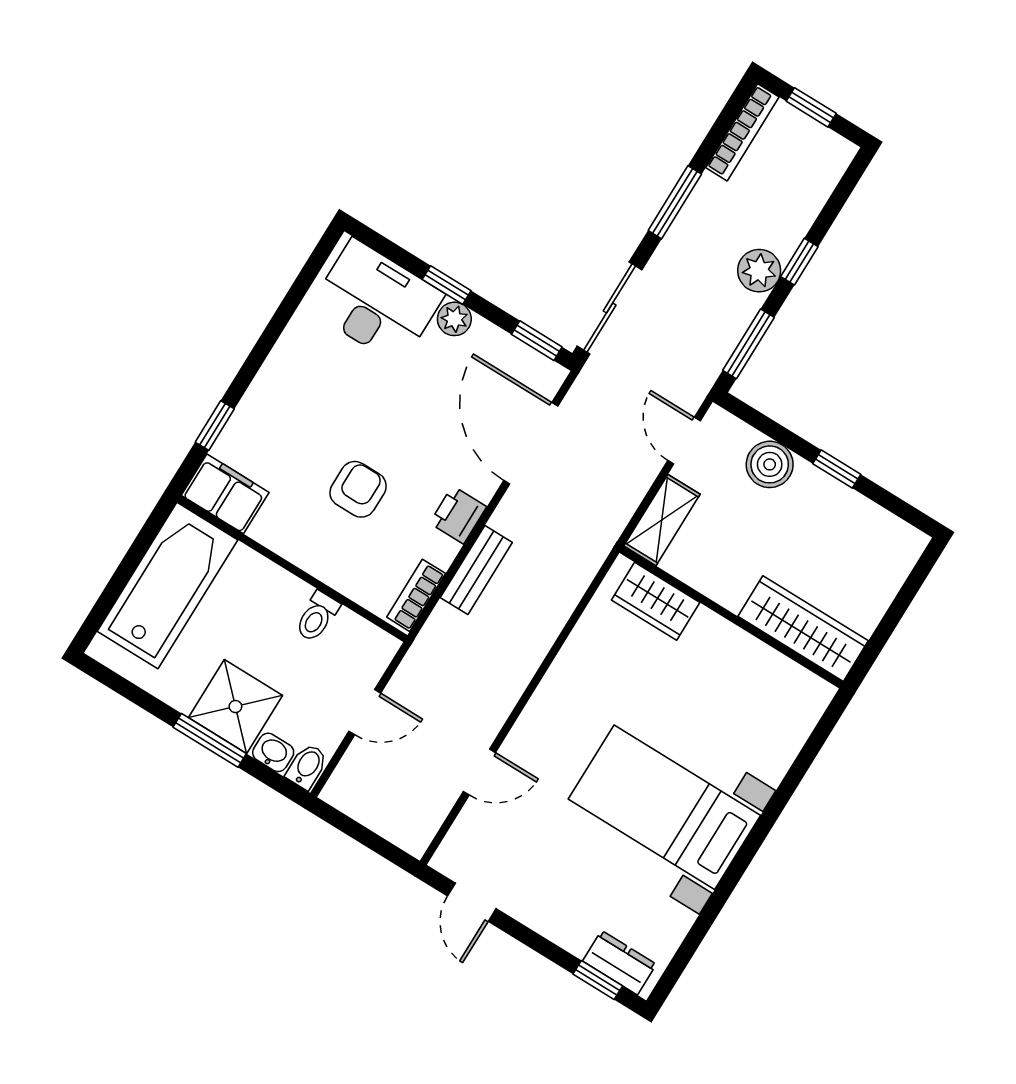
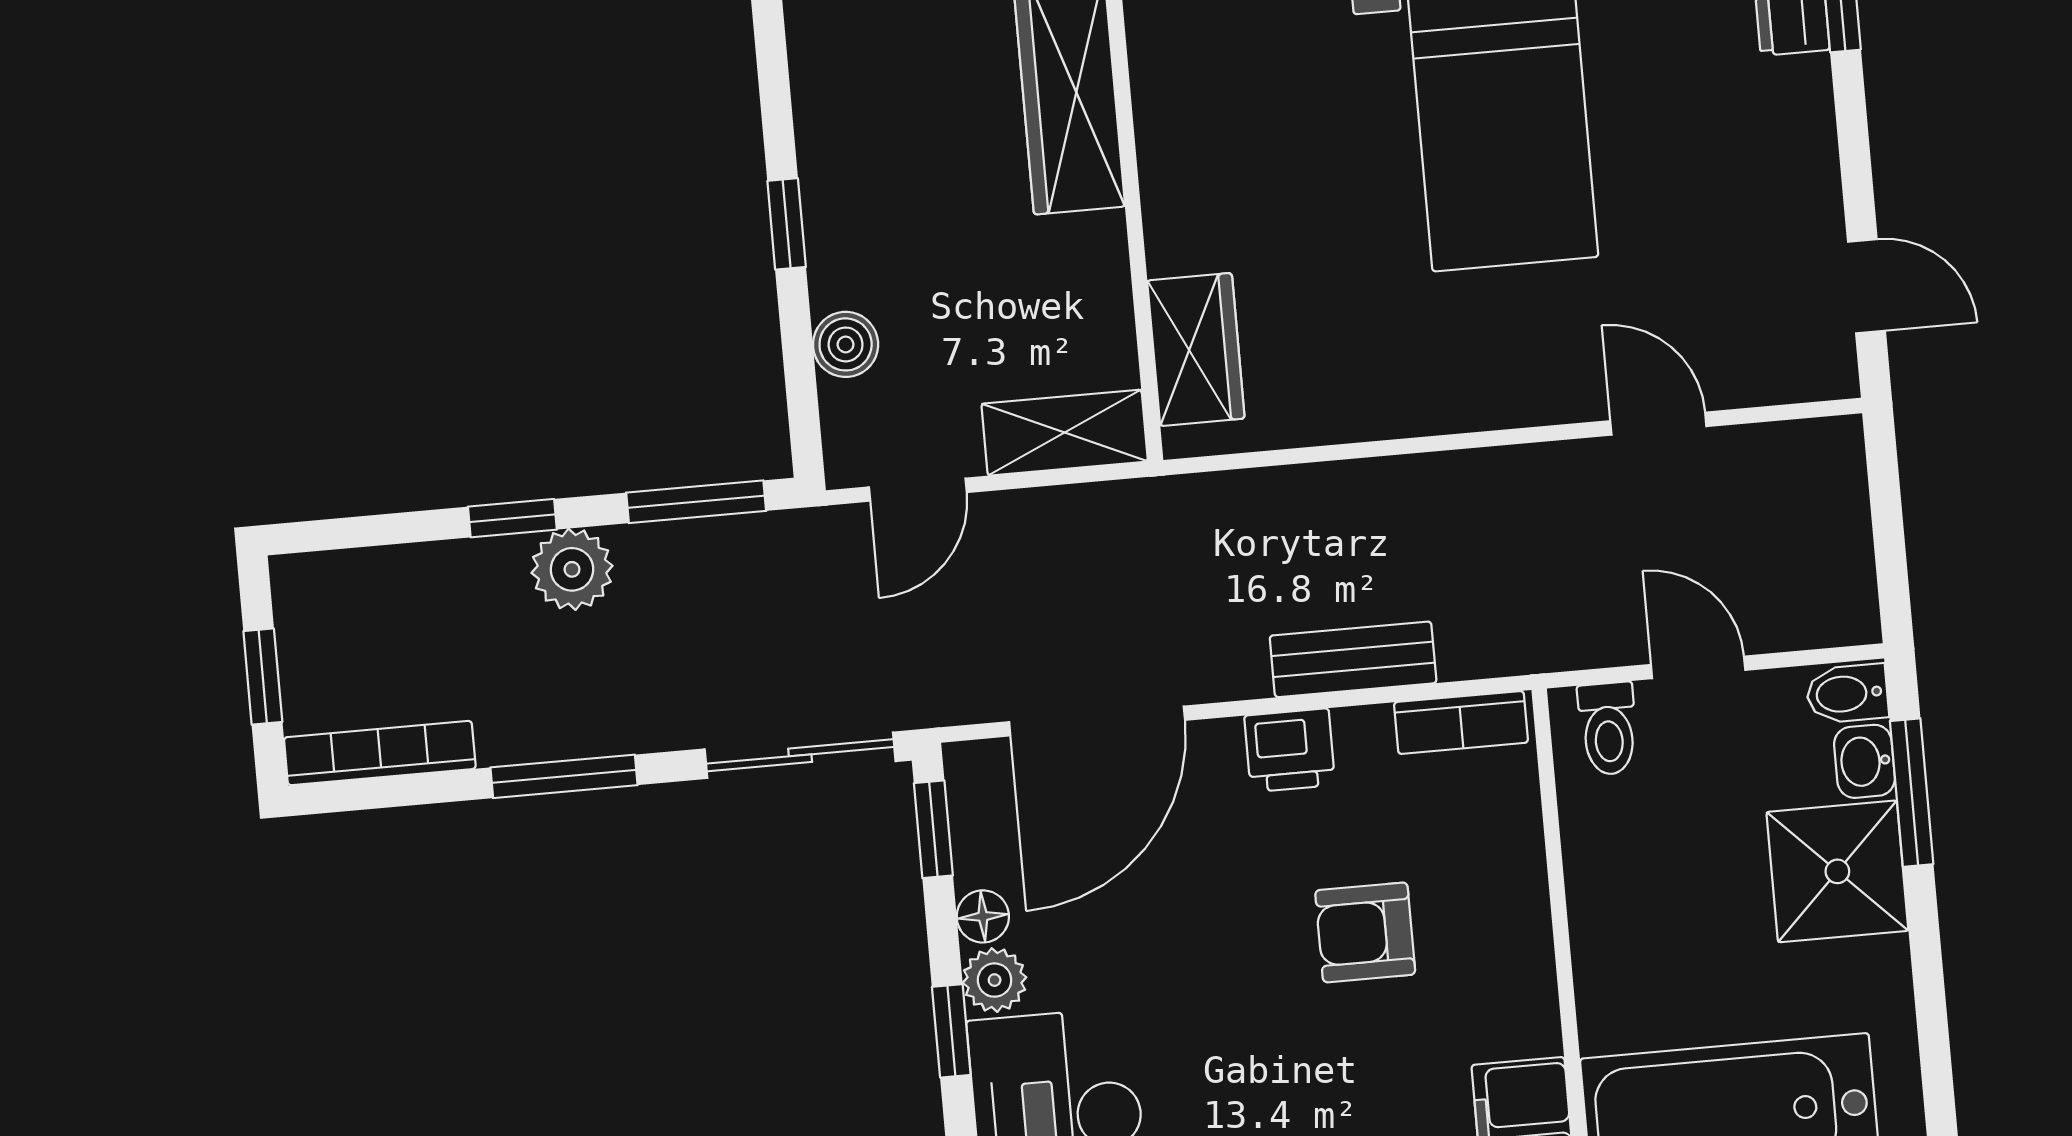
floor lamp: (485, 334) -> (983, 916), added
boiler: (770, 464) -> (846, 344), width x0.73, depth x0.73
toilet: (317, 617) -> (1608, 729), moved, turned 90
window: (210, 740) -> (1912, 793), moved
door: (472, 902) -> (1866, 286), hinge flipped

